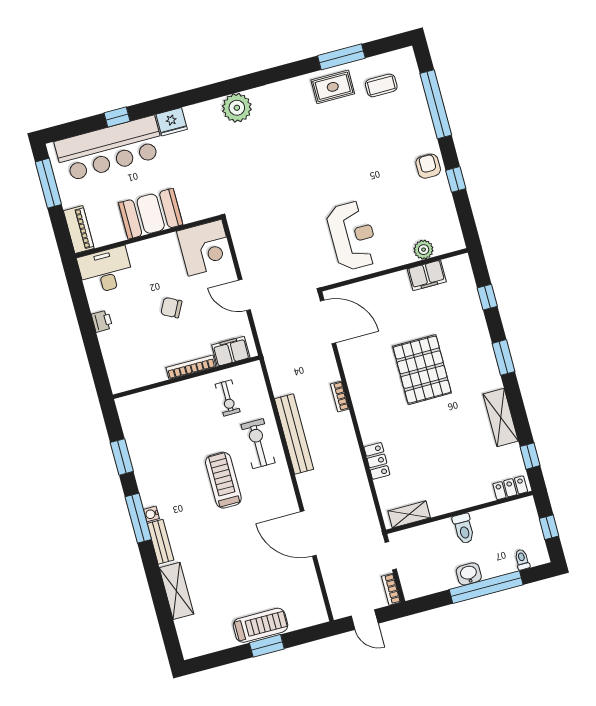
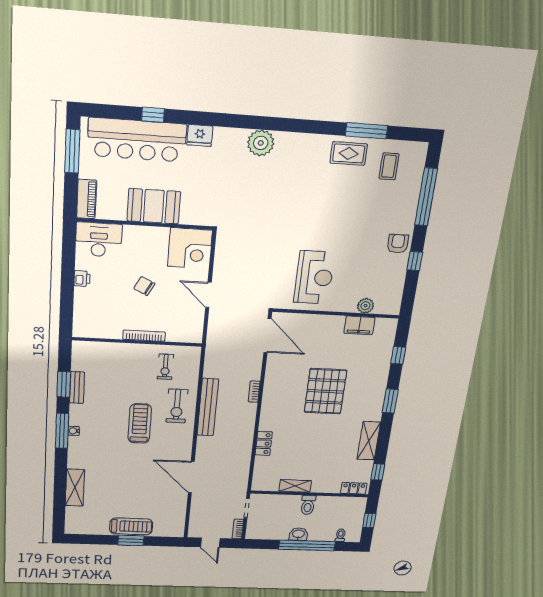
coffee table: (381, 85) -> (389, 166), turned 90
filing cabinet: (231, 351) -> (181, 334), removed
exercise bike: (258, 444) -> (177, 406), turned 180
shelving: (409, 514) -> (295, 486), moved
bench: (161, 542) -> (77, 388), moved

